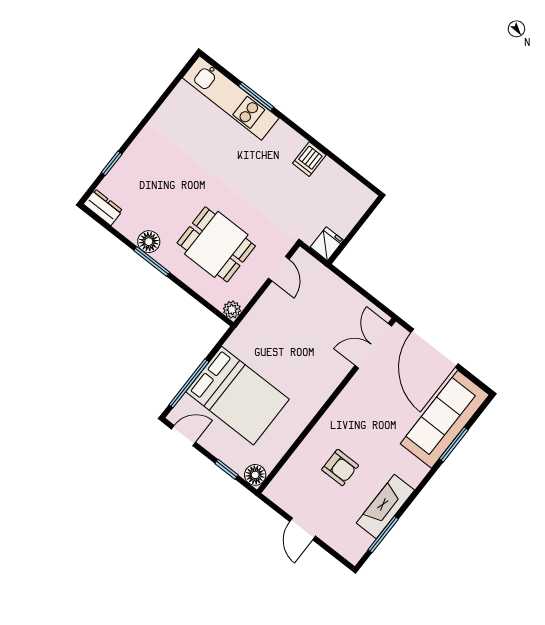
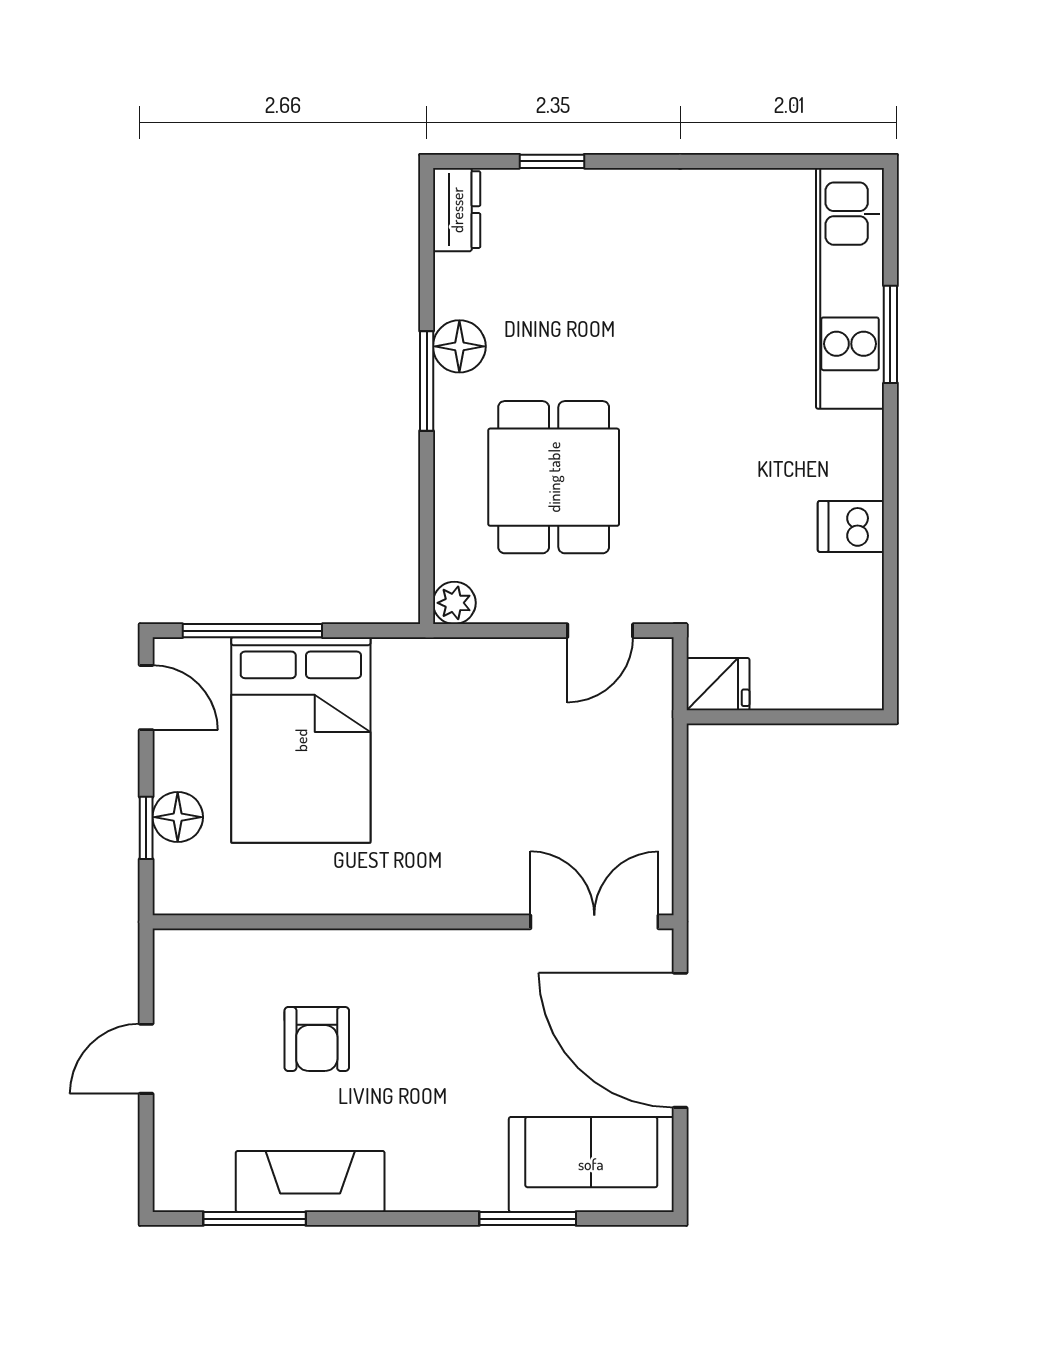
door: (434, 348) -> (680, 1040), hinge flipped
sofa: (445, 419) -> (591, 1164), width x0.73
floor lamp: (255, 475) -> (178, 817), moved

